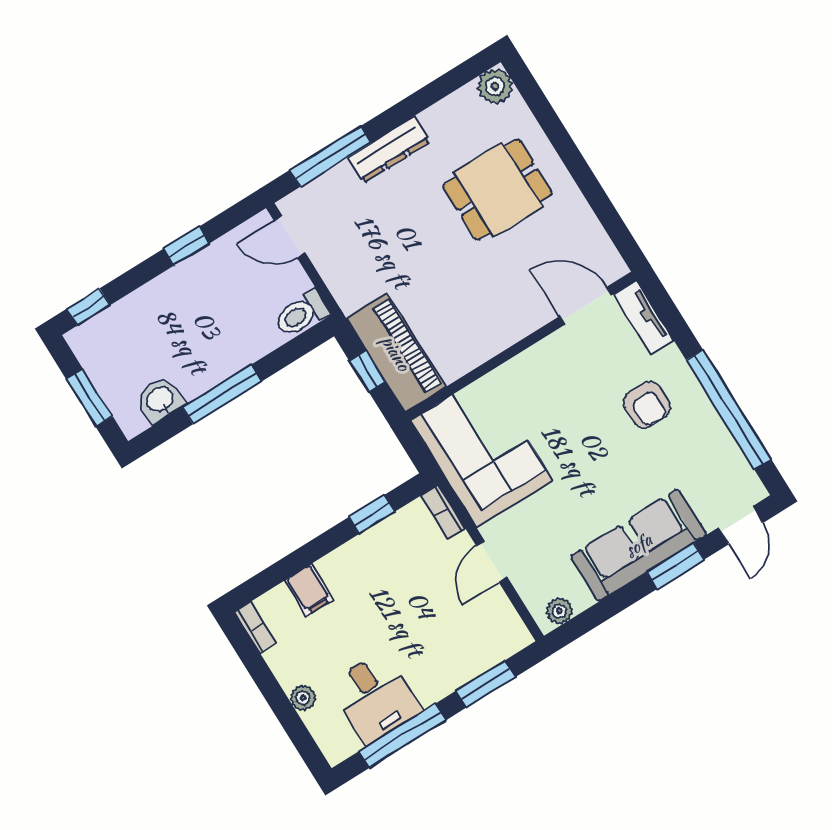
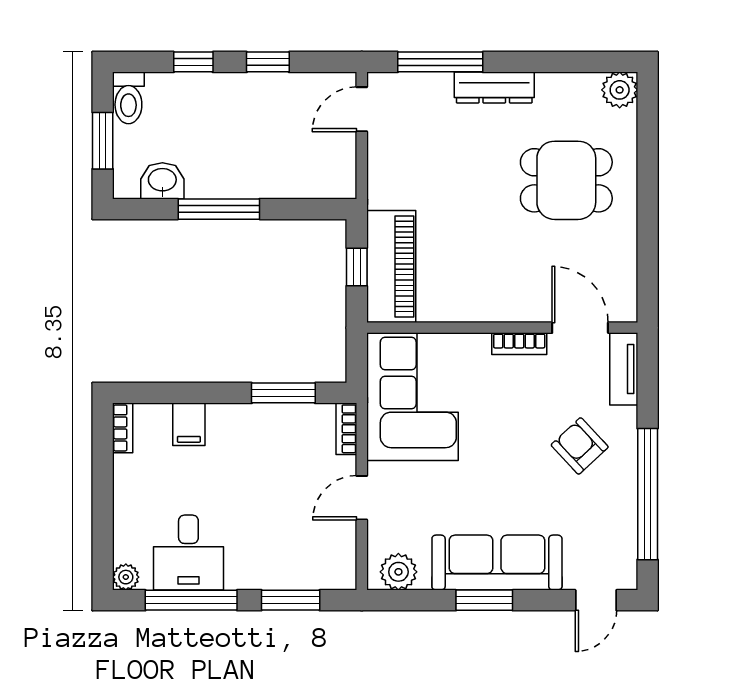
door: (290, 237) -> (362, 109), hinge flipped
window: (89, 307) -> (193, 62), moved
toilet: (302, 314) -> (128, 98), moved, turned -90
bookcase: (543, 351) -> (519, 344), added
armchair: (647, 405) -> (580, 446), turned 137
window: (372, 515) -> (283, 393), width x1.50
window: (675, 566) -> (484, 600), moved
plant: (559, 611) -> (398, 572), width x1.38, depth x1.38
plant: (303, 698) -> (126, 577), moved

